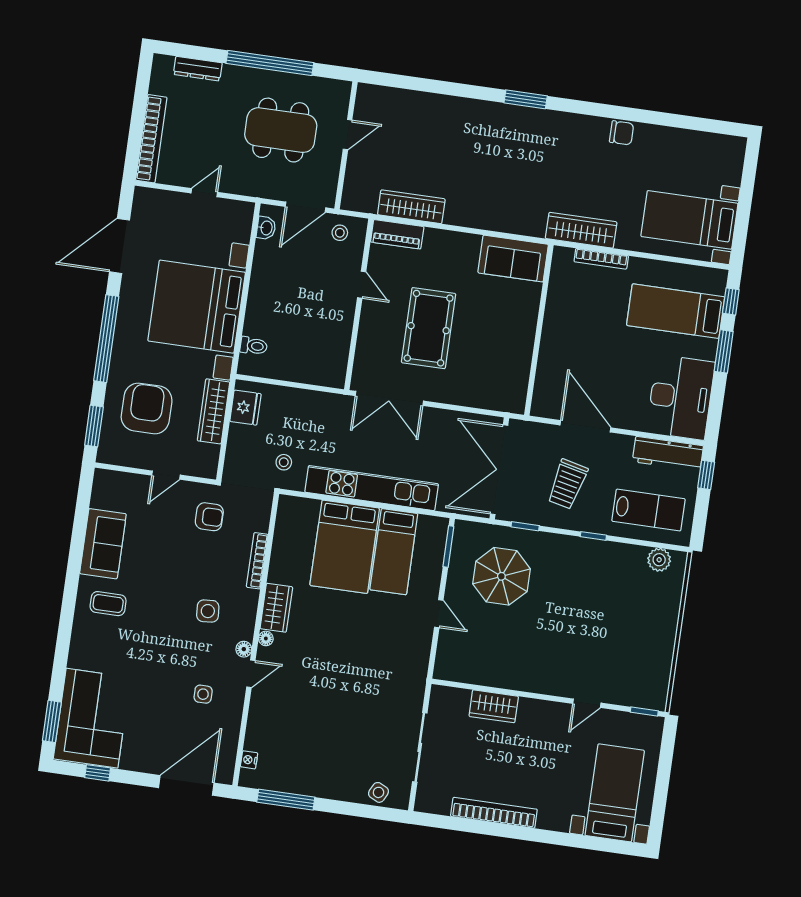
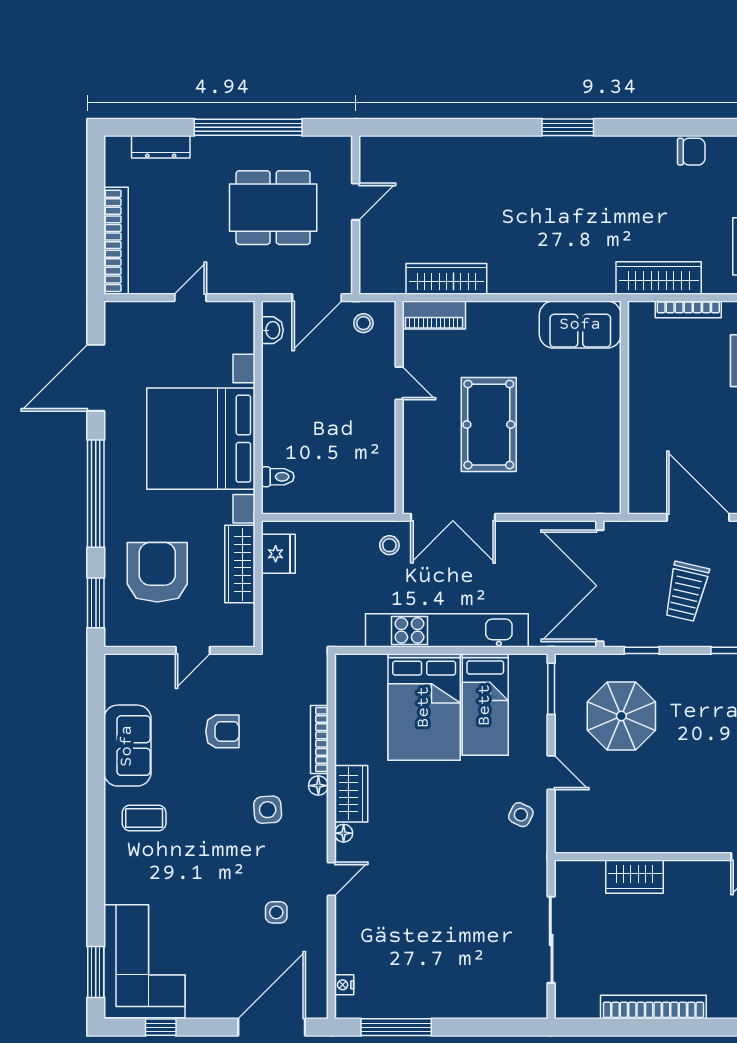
stool: (284, 462) -> (389, 545), moved
armchair: (209, 517) -> (222, 731), moved
floor lamp: (244, 649) -> (318, 786), moved
side table: (378, 792) -> (521, 815), moved

